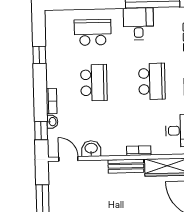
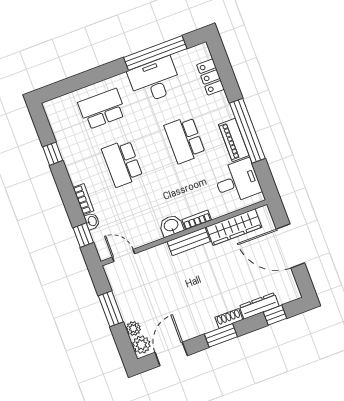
desk: (138, 24) -> (154, 80), width x1.37
school desk: (152, 81) -> (185, 140), turned 180
school desk: (94, 83) -> (122, 163), turned 180
washbasin: (91, 149) -> (171, 226), moved

